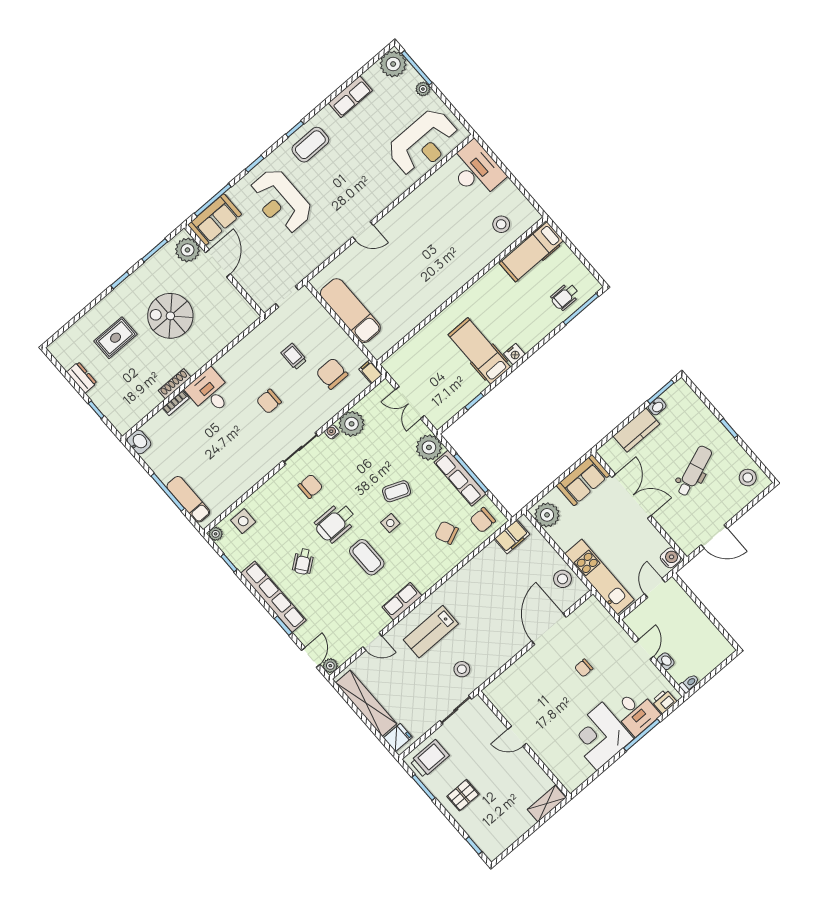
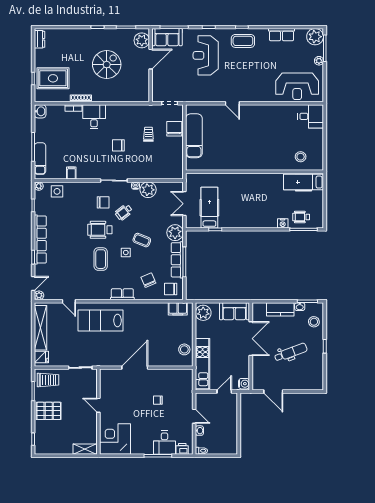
desk: (476, 170) -> (311, 116), width x0.73
spiral stairs: (170, 316) -> (107, 65), turned 90
rug: (116, 338) -> (53, 78), moved, width x1.36, depth x1.43
hospital bed: (479, 351) -> (209, 208), moved
nightstand: (514, 354) -> (283, 223), moved
filing cabinet: (371, 372) -> (71, 173), moved
chair: (332, 374) -> (174, 129), moved
dresser: (82, 378) -> (39, 39), moved
stool: (748, 478) -> (314, 322), moved
wheelchair: (303, 562) -> (124, 212), moved
row of seats: (402, 601) -> (122, 294), moved
door: (549, 629) -> (135, 368), moved
lab bench: (431, 632) -> (100, 320), width x1.36, depth x1.39
door: (644, 649) -> (194, 416), hinge flipped
stool: (462, 669) -> (100, 351), removed
corner desk: (600, 736) -> (115, 439), moved
pallet: (463, 795) -> (49, 411), width x1.50, depth x1.42

